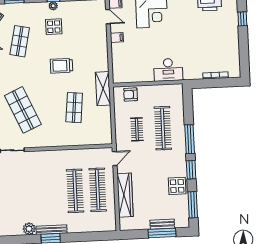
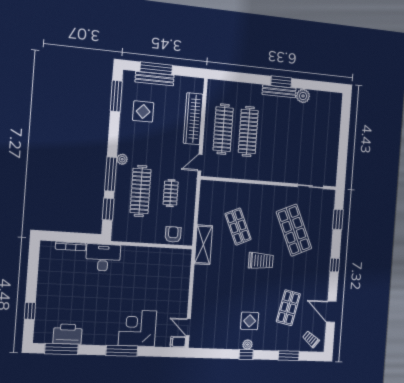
filing cabinet: (117, 37) -> (181, 302), removed
trolley: (62, 66) -> (261, 261), moved
desk: (168, 70) -> (103, 258), moved
armchair: (131, 95) -> (173, 234), turned -90
shop shelf: (74, 108) -> (238, 227), turned -30
plant: (181, 153) -> (122, 159), added
window: (191, 170) -> (108, 209), moved
display table: (177, 186) -> (143, 111), moved
bench: (162, 224) -> (155, 79), width x1.36

